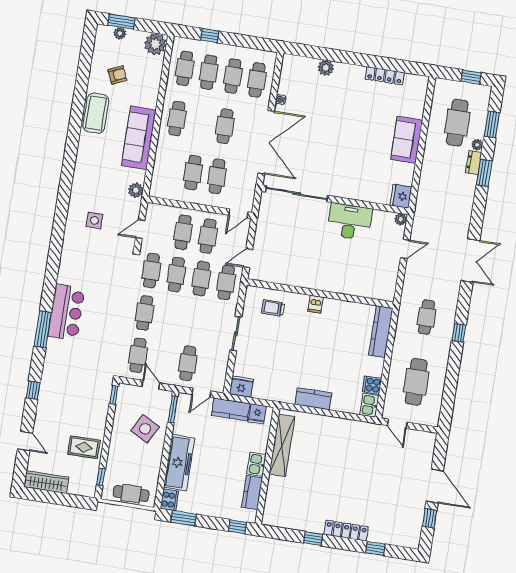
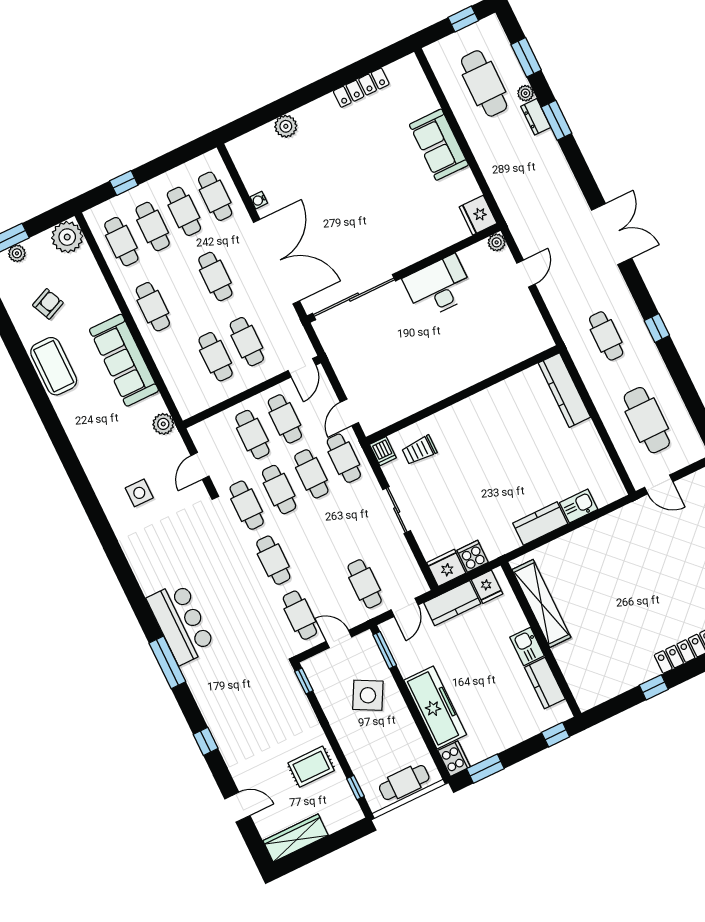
dishwasher: (315, 304) -> (383, 451), moved
cooker: (372, 385) -> (473, 556), moved, turned 90
kitchen sink: (369, 405) -> (579, 506), moved, turned 90

